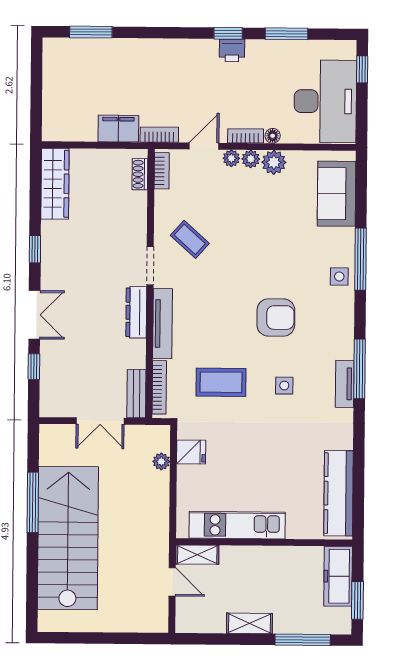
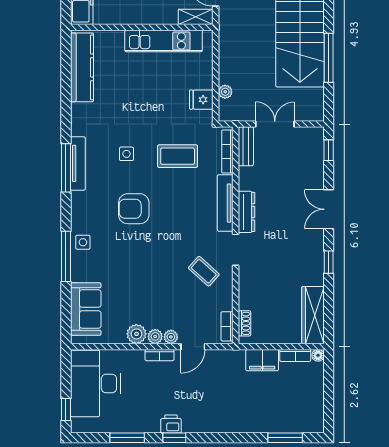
bookcase: (159, 135) -> (295, 355), moved
floor lamp: (273, 136) -> (318, 355), moved
window: (34, 367) -> (329, 150), moved
tv unit: (345, 384) -> (78, 163), width x1.41

